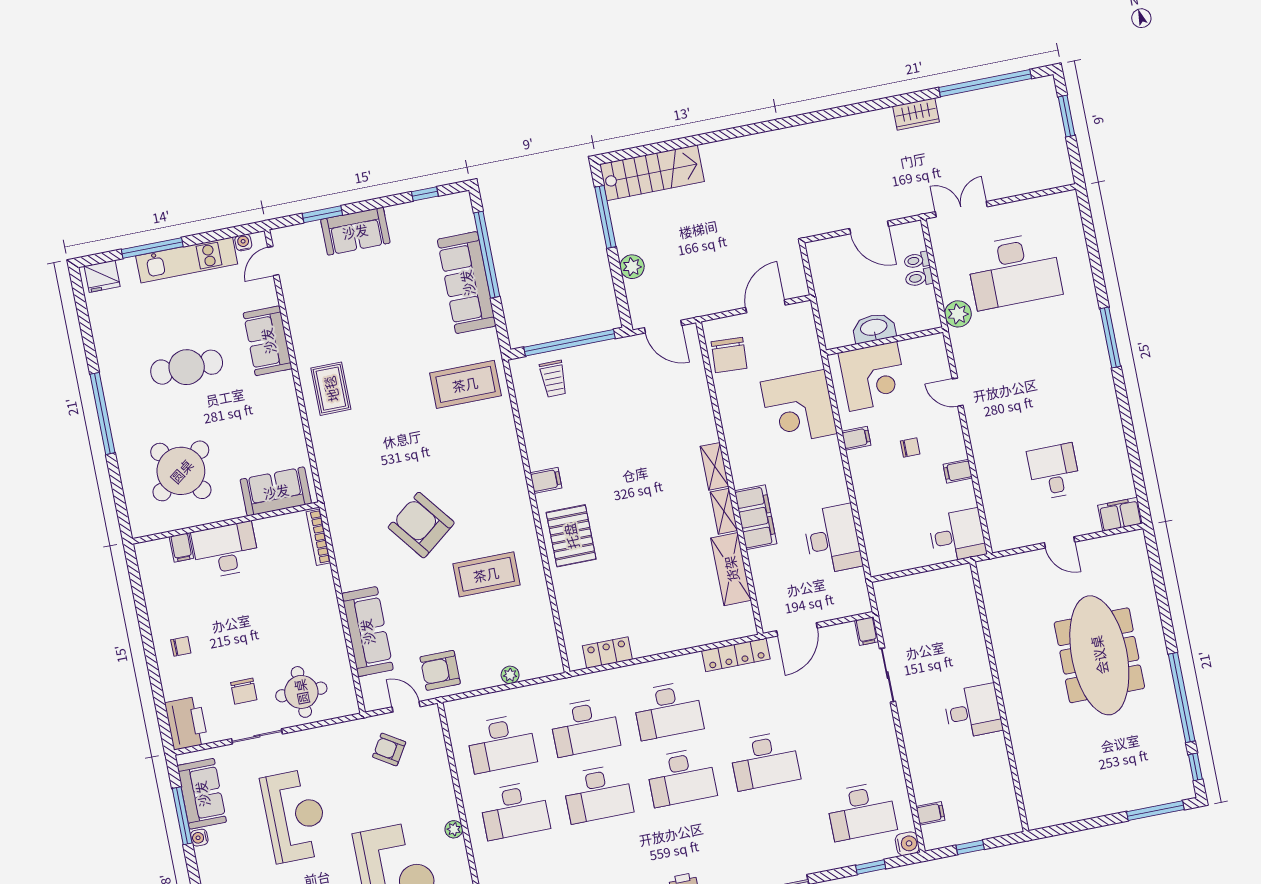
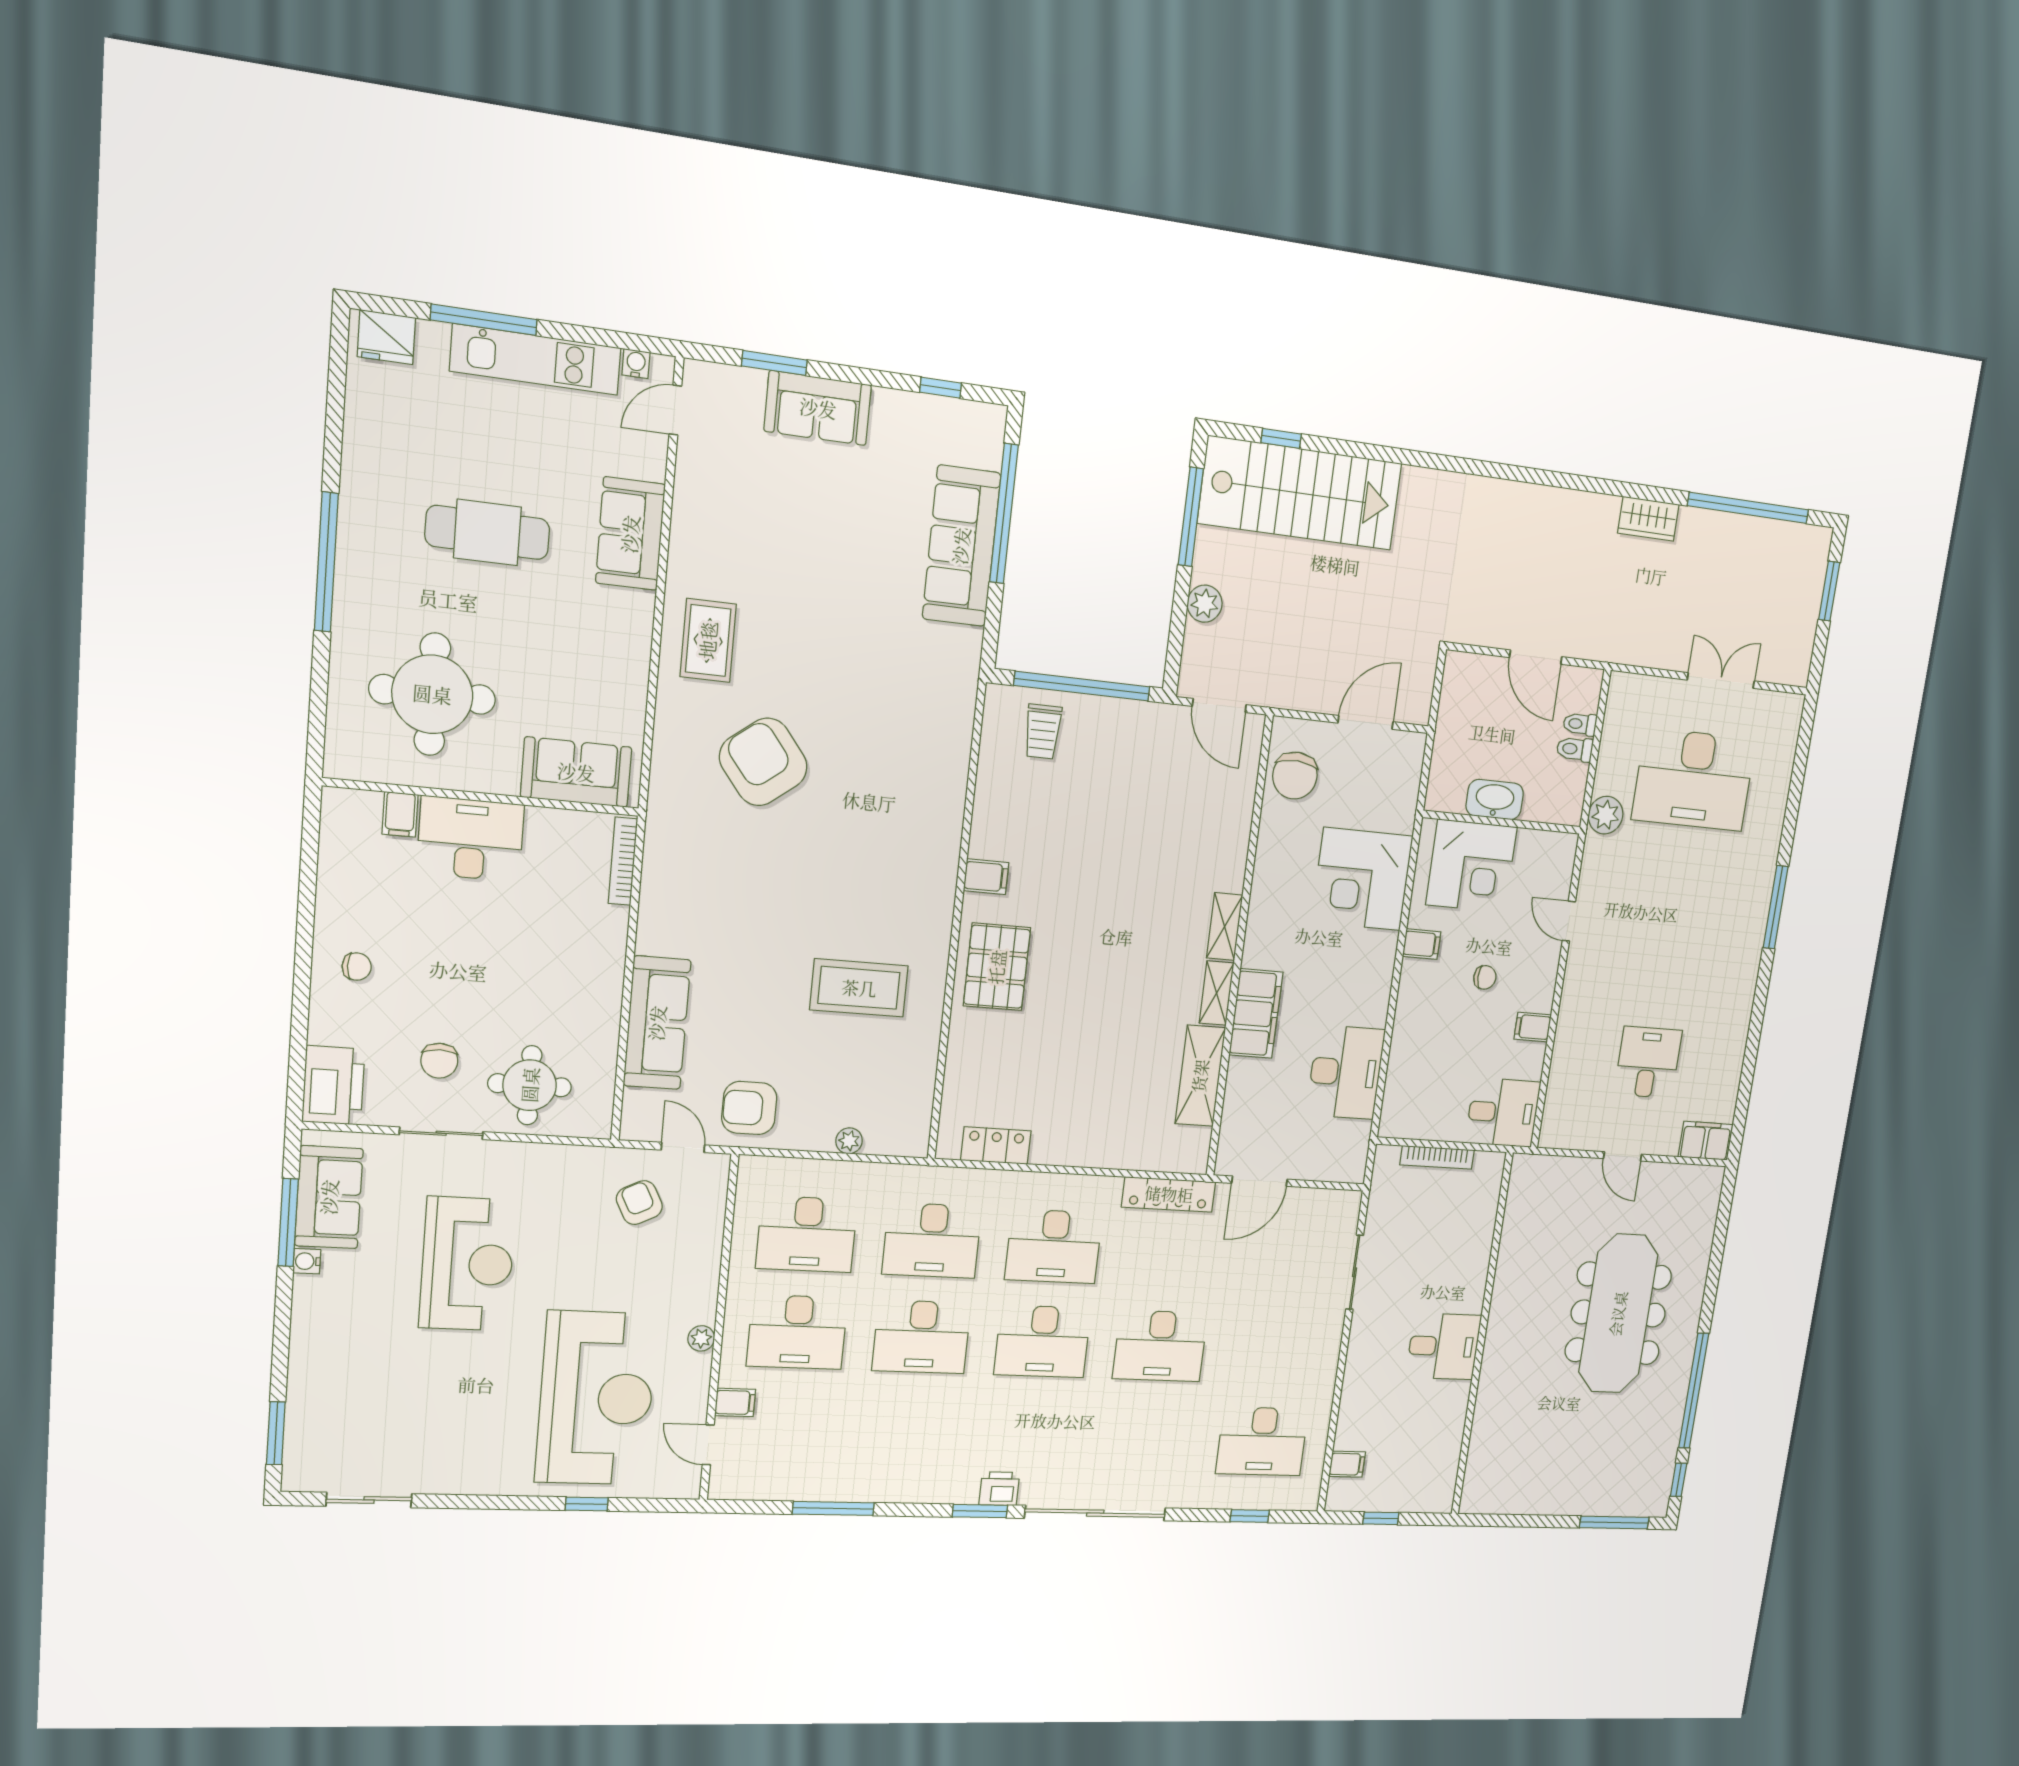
window: (648, 150) -> (1281, 438), added
stairs: (652, 173) -> (1300, 493), width x1.36, depth x1.51
double door: (961, 209) -> (1721, 681), moved
coffee table: (465, 384) -> (913, 699), removed
round table: (181, 471) -> (432, 694), turned 37
armchair: (421, 525) -> (763, 762), moved
bookcase: (920, 580) -> (1437, 1157), added
filing cabinet: (867, 631) -> (735, 1402), moved, turned -90
armchair: (389, 749) -> (639, 1203), turned 31
water cooler: (907, 844) -> (1305, 1496), removed

